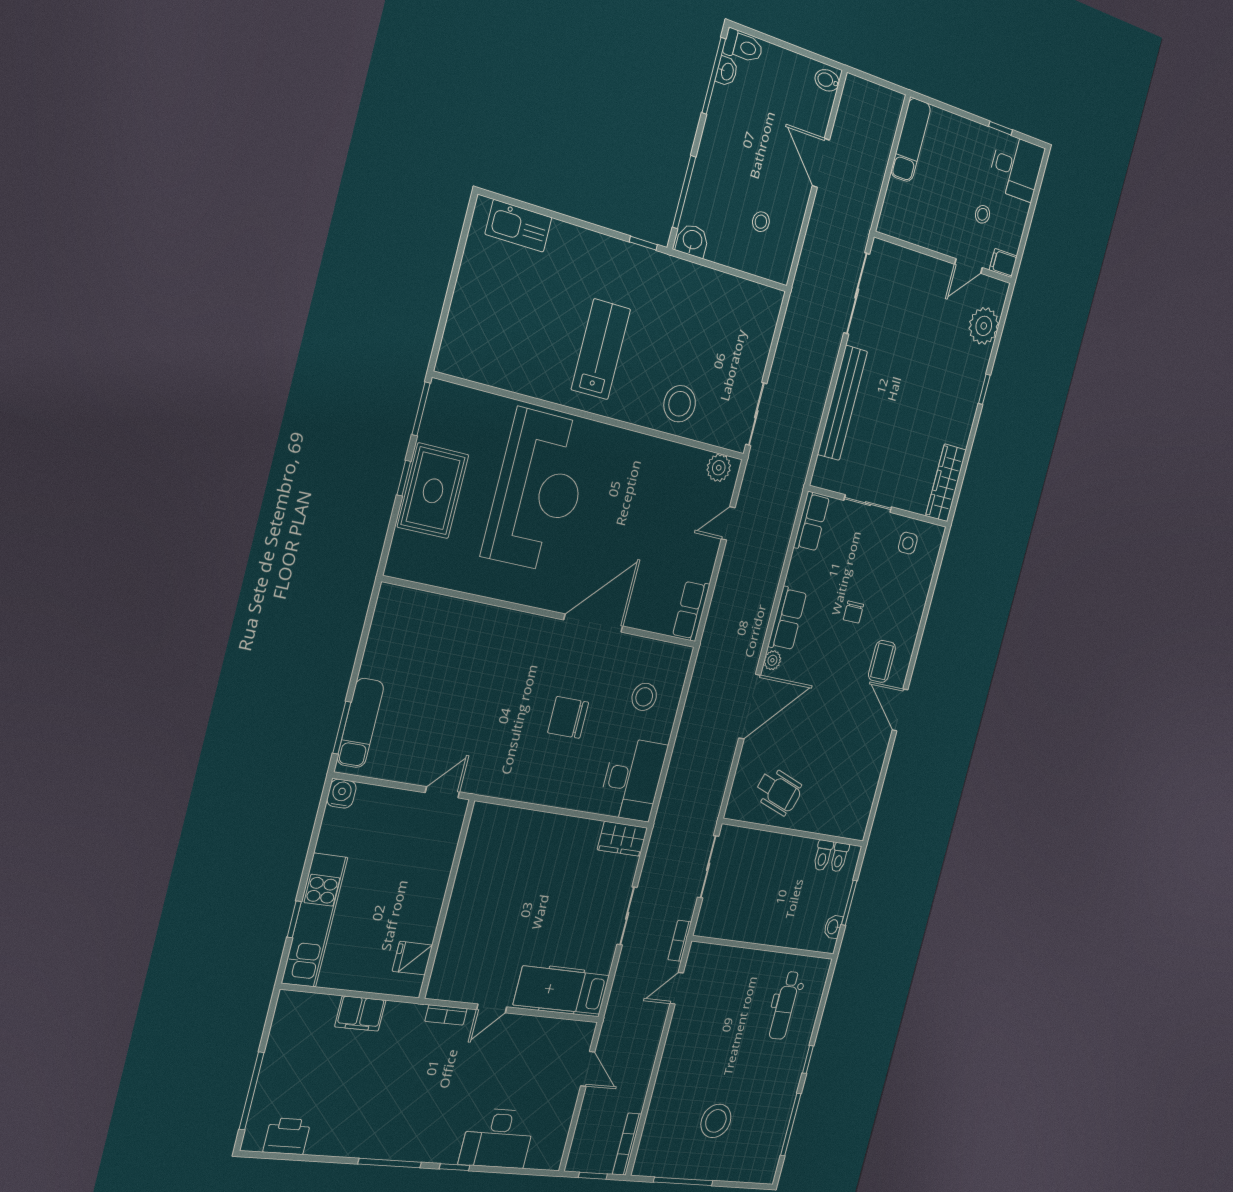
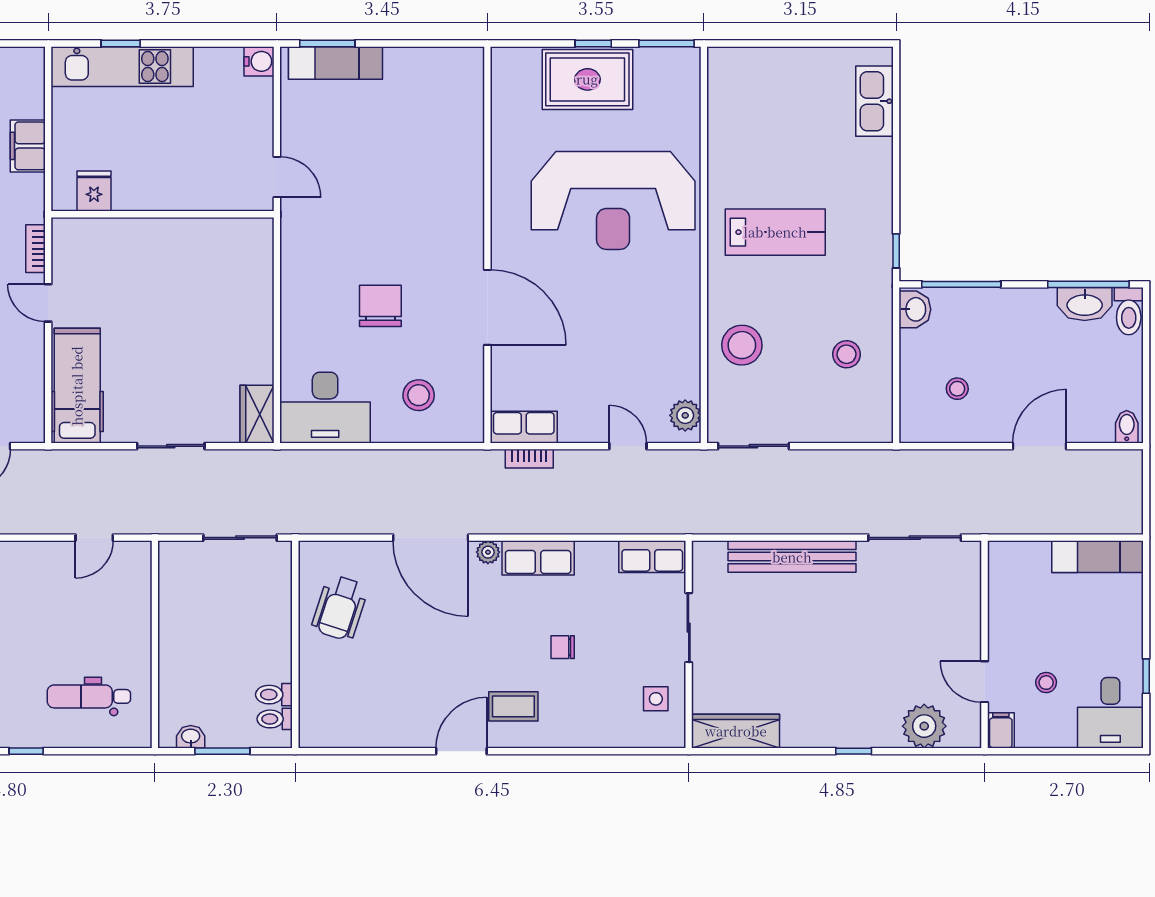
washbasin: (727, 71) -> (1085, 304), width x1.91, depth x1.45
stool: (710, 312) -> (847, 354), added
bookcase: (680, 941) -> (529, 459), moved, turned 180
door: (677, 988) -> (94, 538), swing flipped

